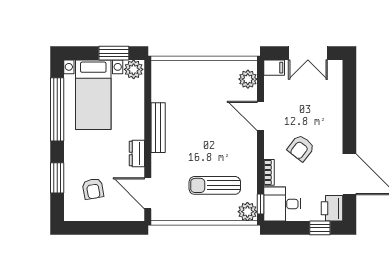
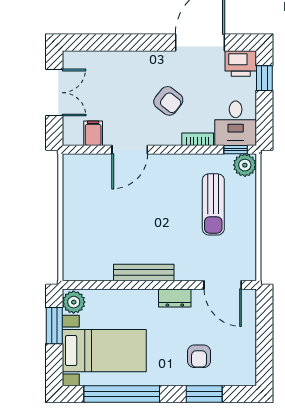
filing cabinet: (274, 68) -> (93, 133), moved
plant: (248, 79) -> (85, 165), removed
armchair: (93, 189) -> (199, 356), moved, turned 100
door: (148, 193) -> (223, 285), hinge flipped

